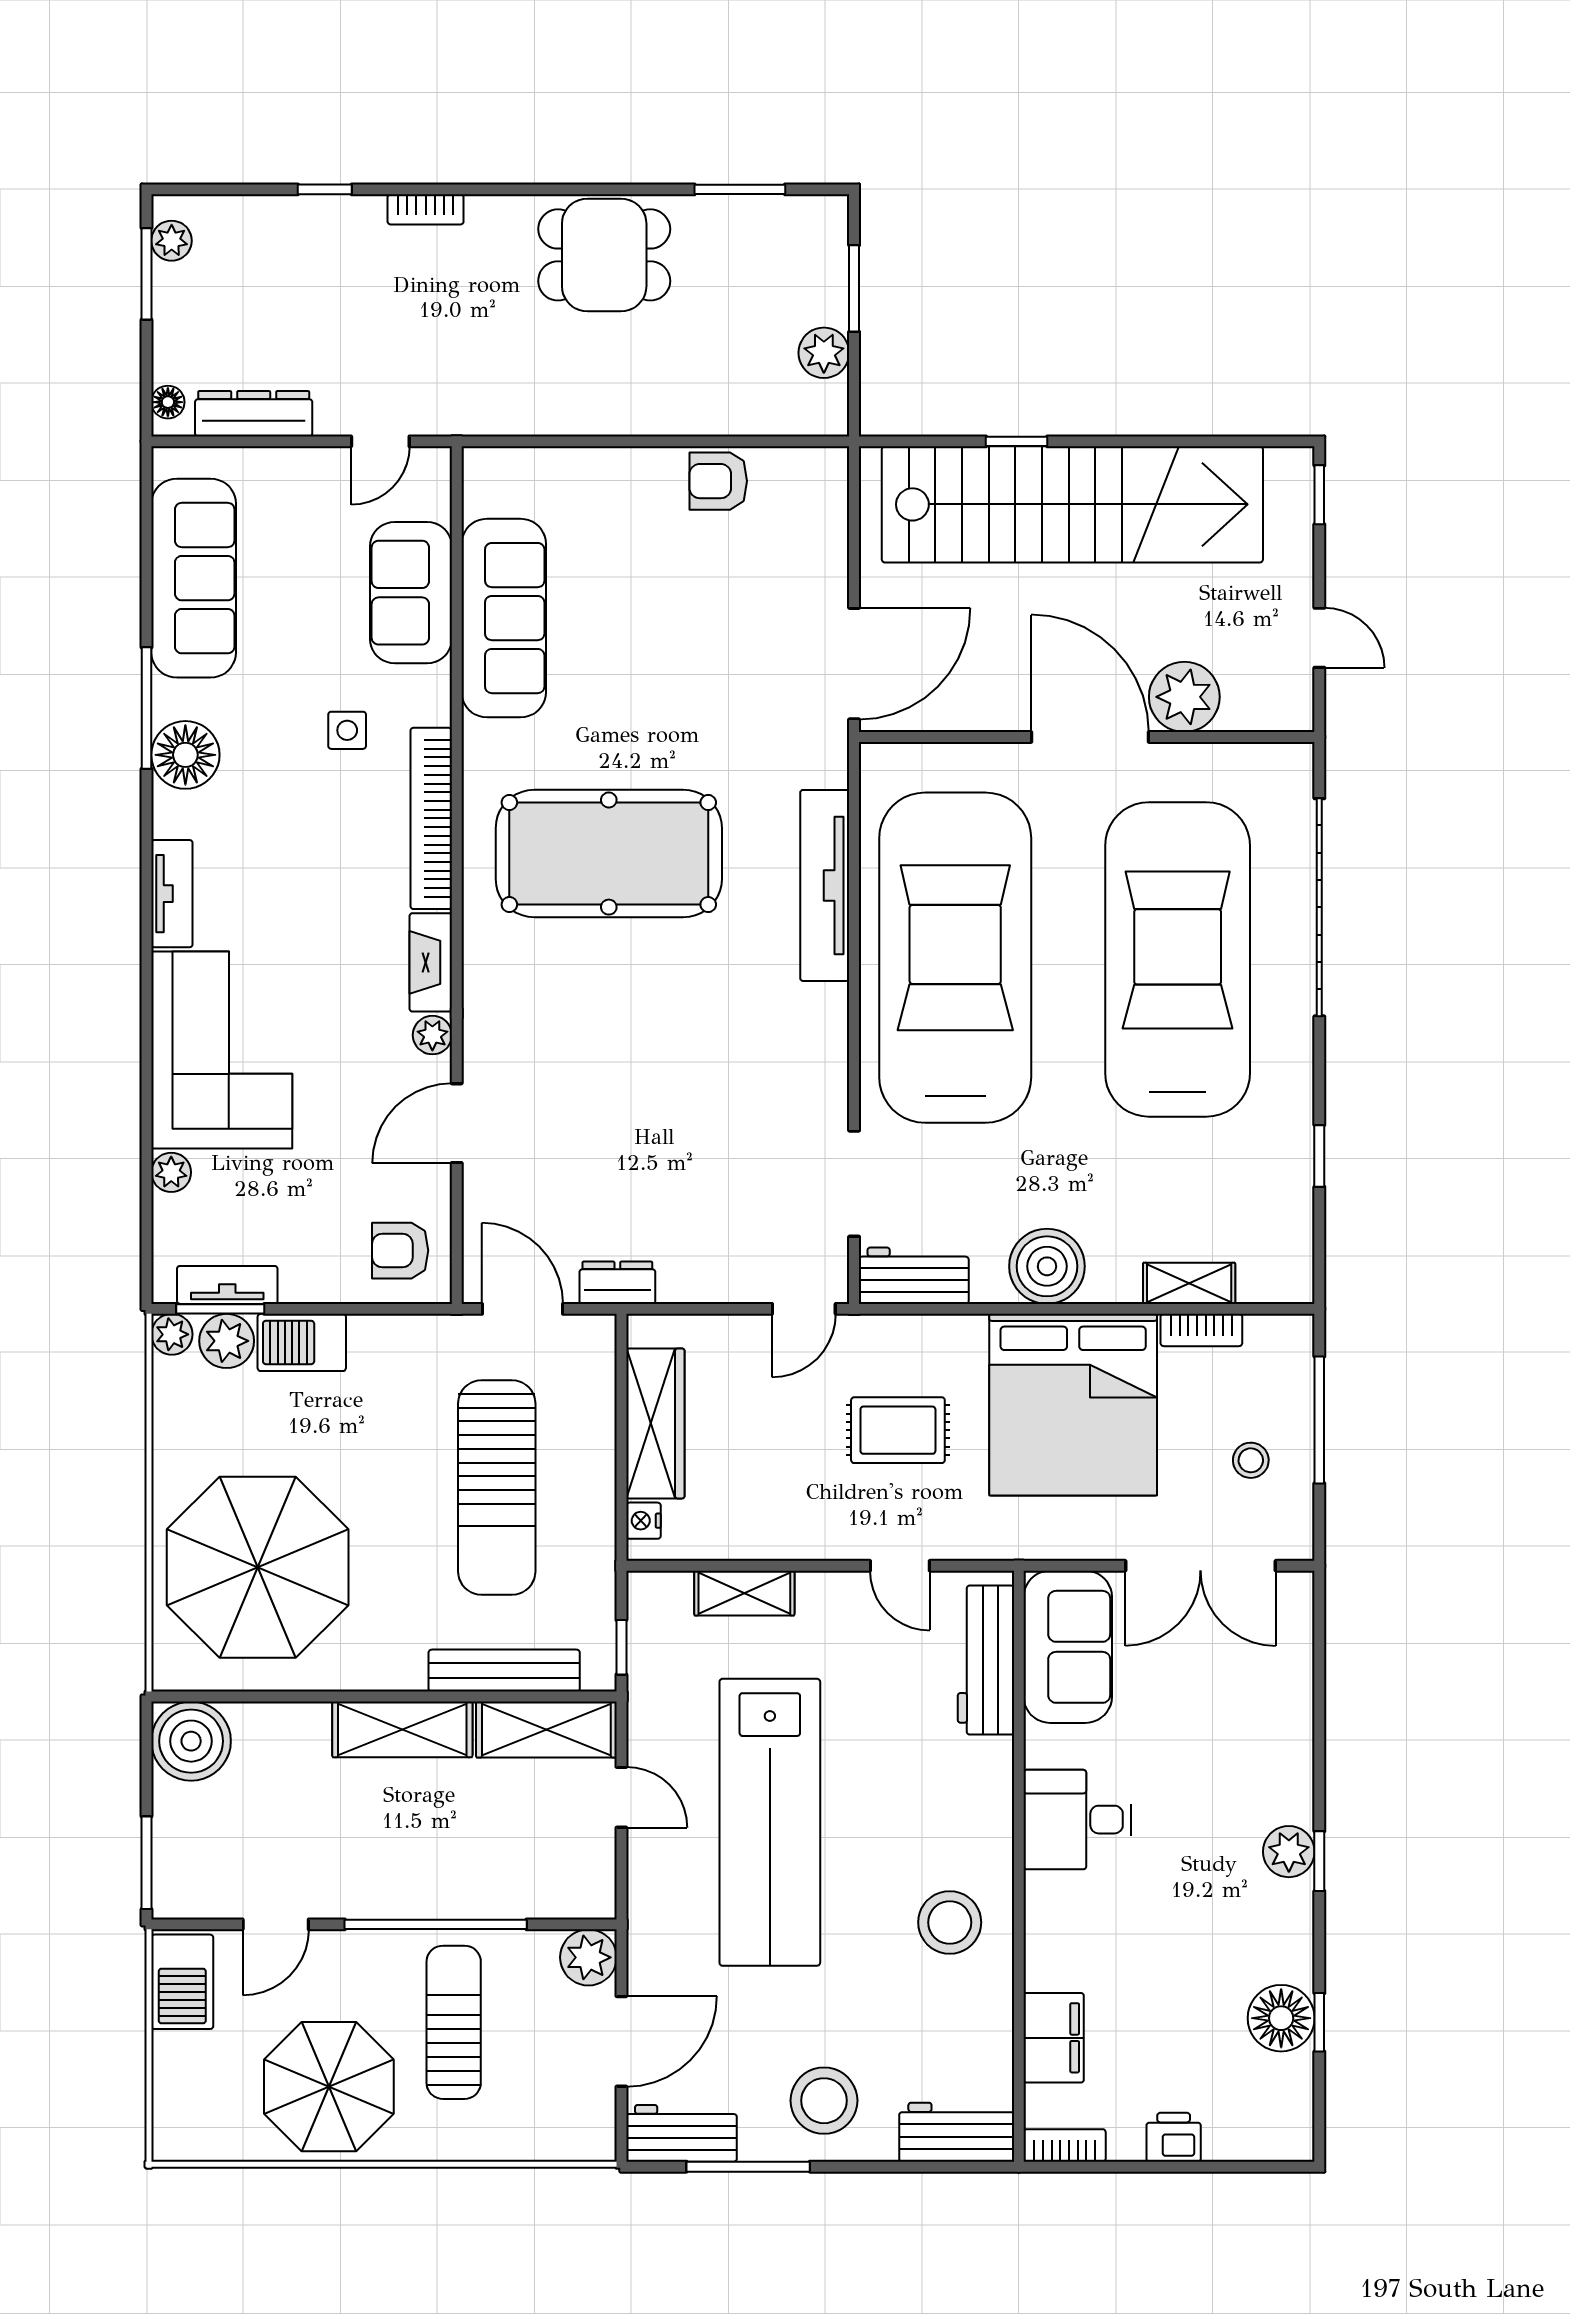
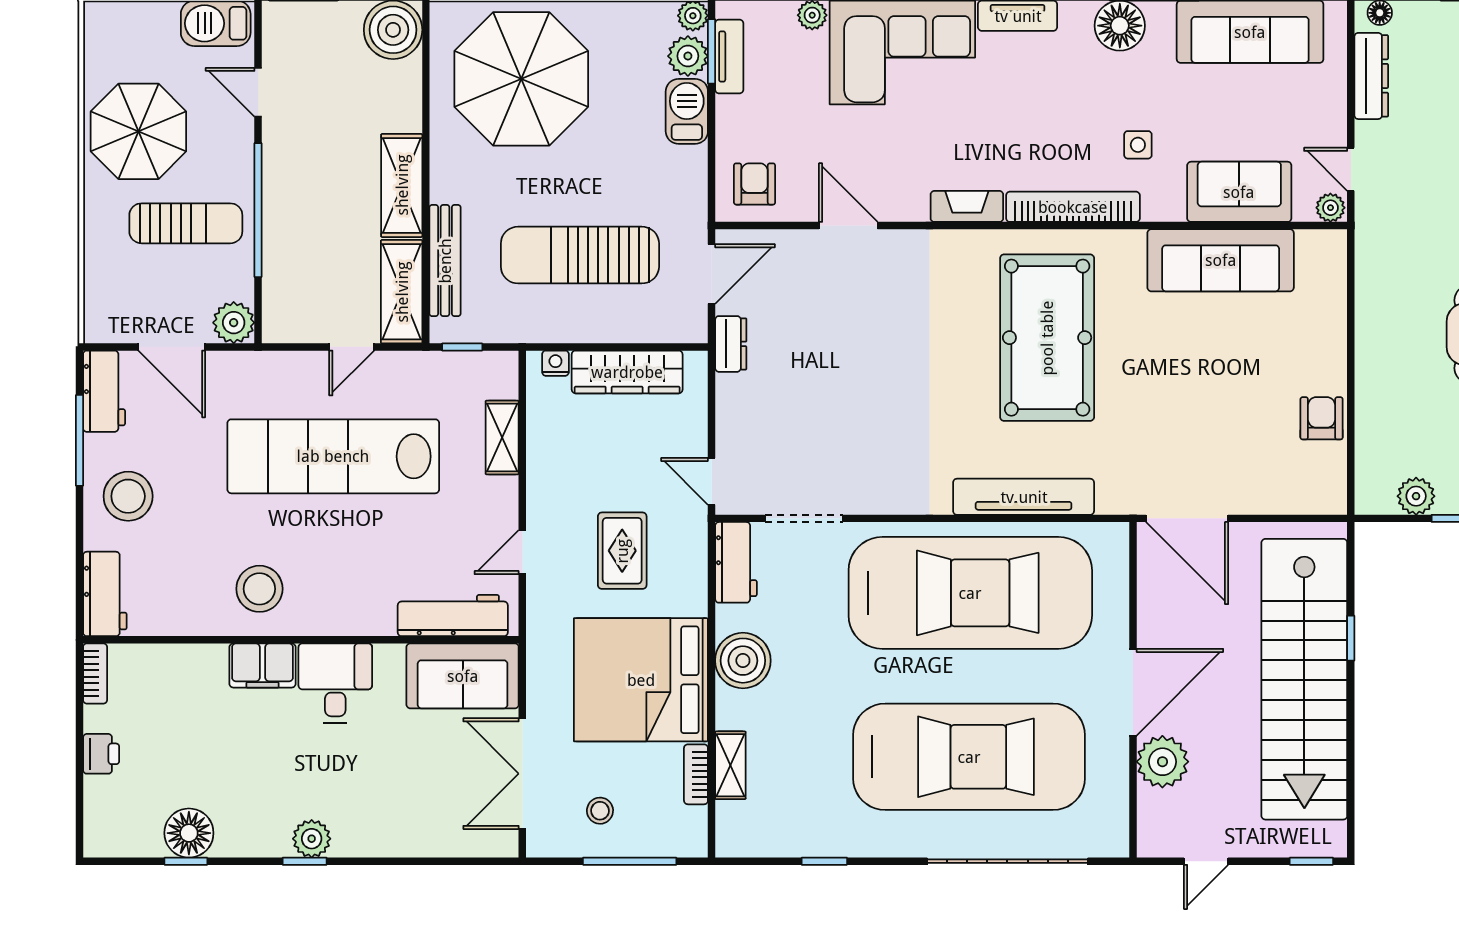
plant: (432, 1035) -> (1330, 208), moved
filing cabinet: (1054, 2038) -> (263, 665), moved

